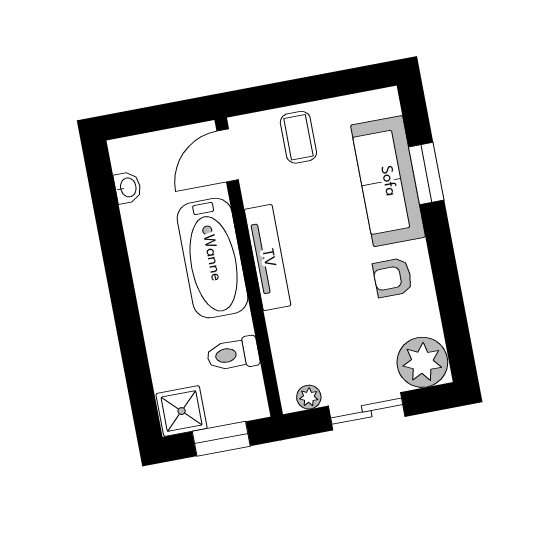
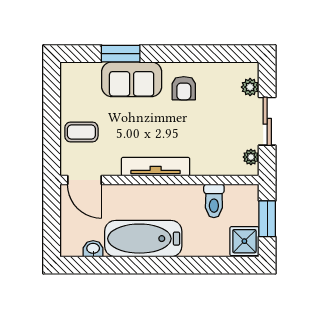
sofa: (388, 181) -> (132, 79), width x0.73
bathtub: (212, 258) -> (143, 239), moved, turned 180
plant: (422, 362) -> (250, 87), width x0.53, depth x0.53

